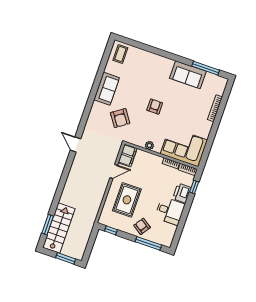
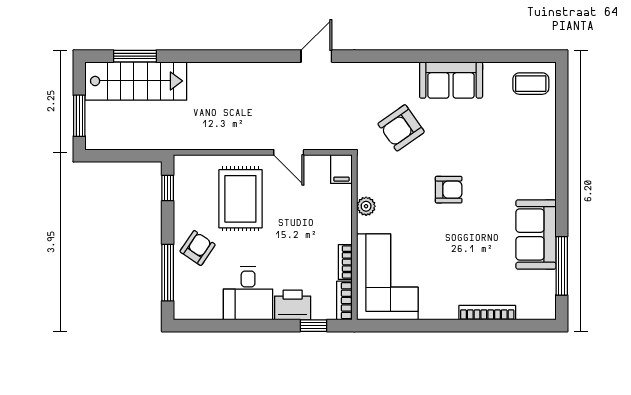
filing cabinet: (128, 155) -> (341, 169), width x0.50
rug: (127, 200) -> (240, 199), turned 90

